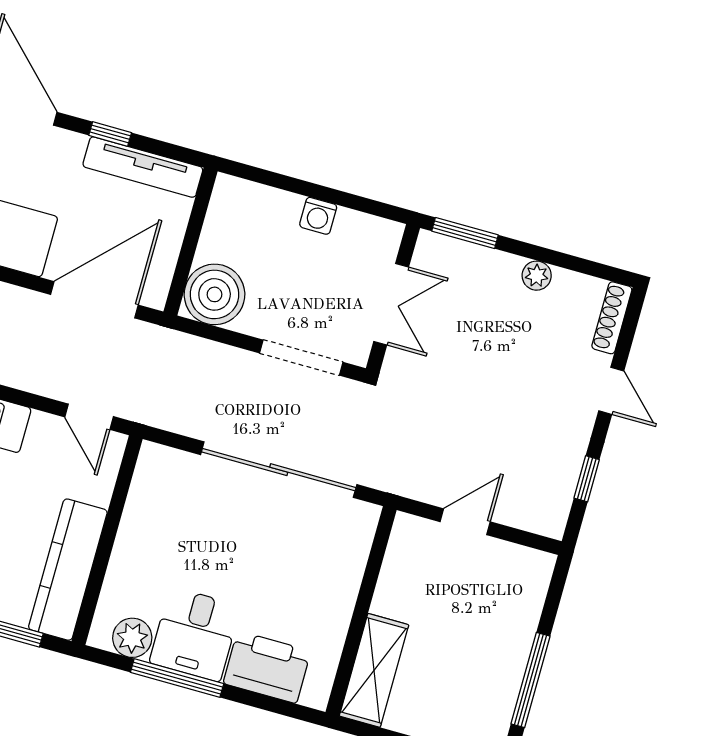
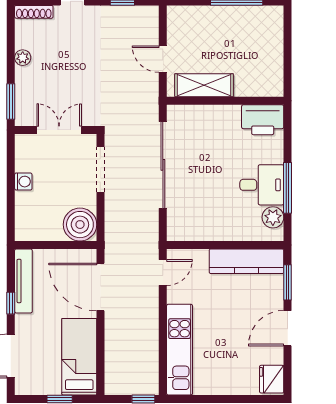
printer: (267, 667) -> (263, 120), moved, turned -90
shelving: (374, 670) -> (204, 85), moved

